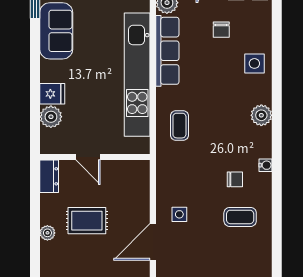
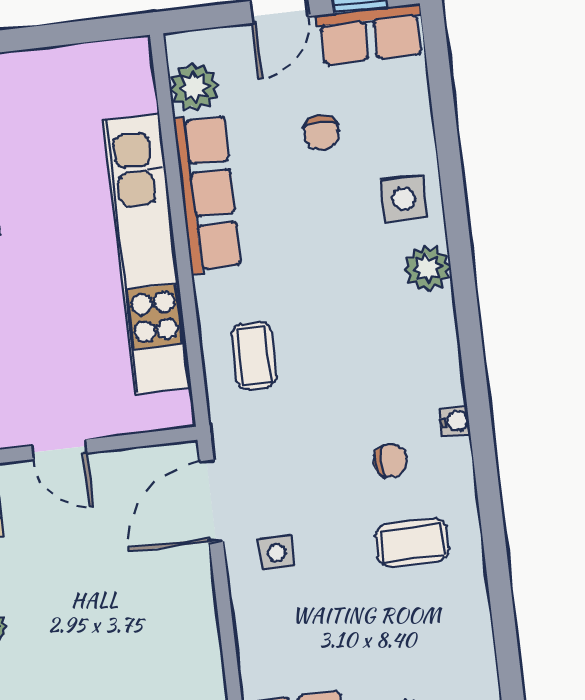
plant: (261, 115) -> (427, 268), moved
rug: (87, 221) -> (73, 590), removed
door: (153, 242) -> (211, 501), moved

